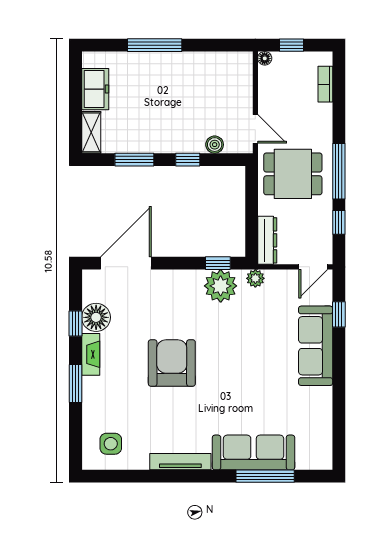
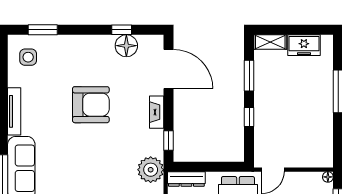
boiler: (215, 145) -> (261, 138), removed
plant: (255, 278) -> (151, 170), width x1.88, depth x1.88
plant: (221, 286) -> (151, 143), removed
fireplace: (91, 354) -> (157, 112), moved, turned 90
window: (75, 384) -> (43, 30), moved

